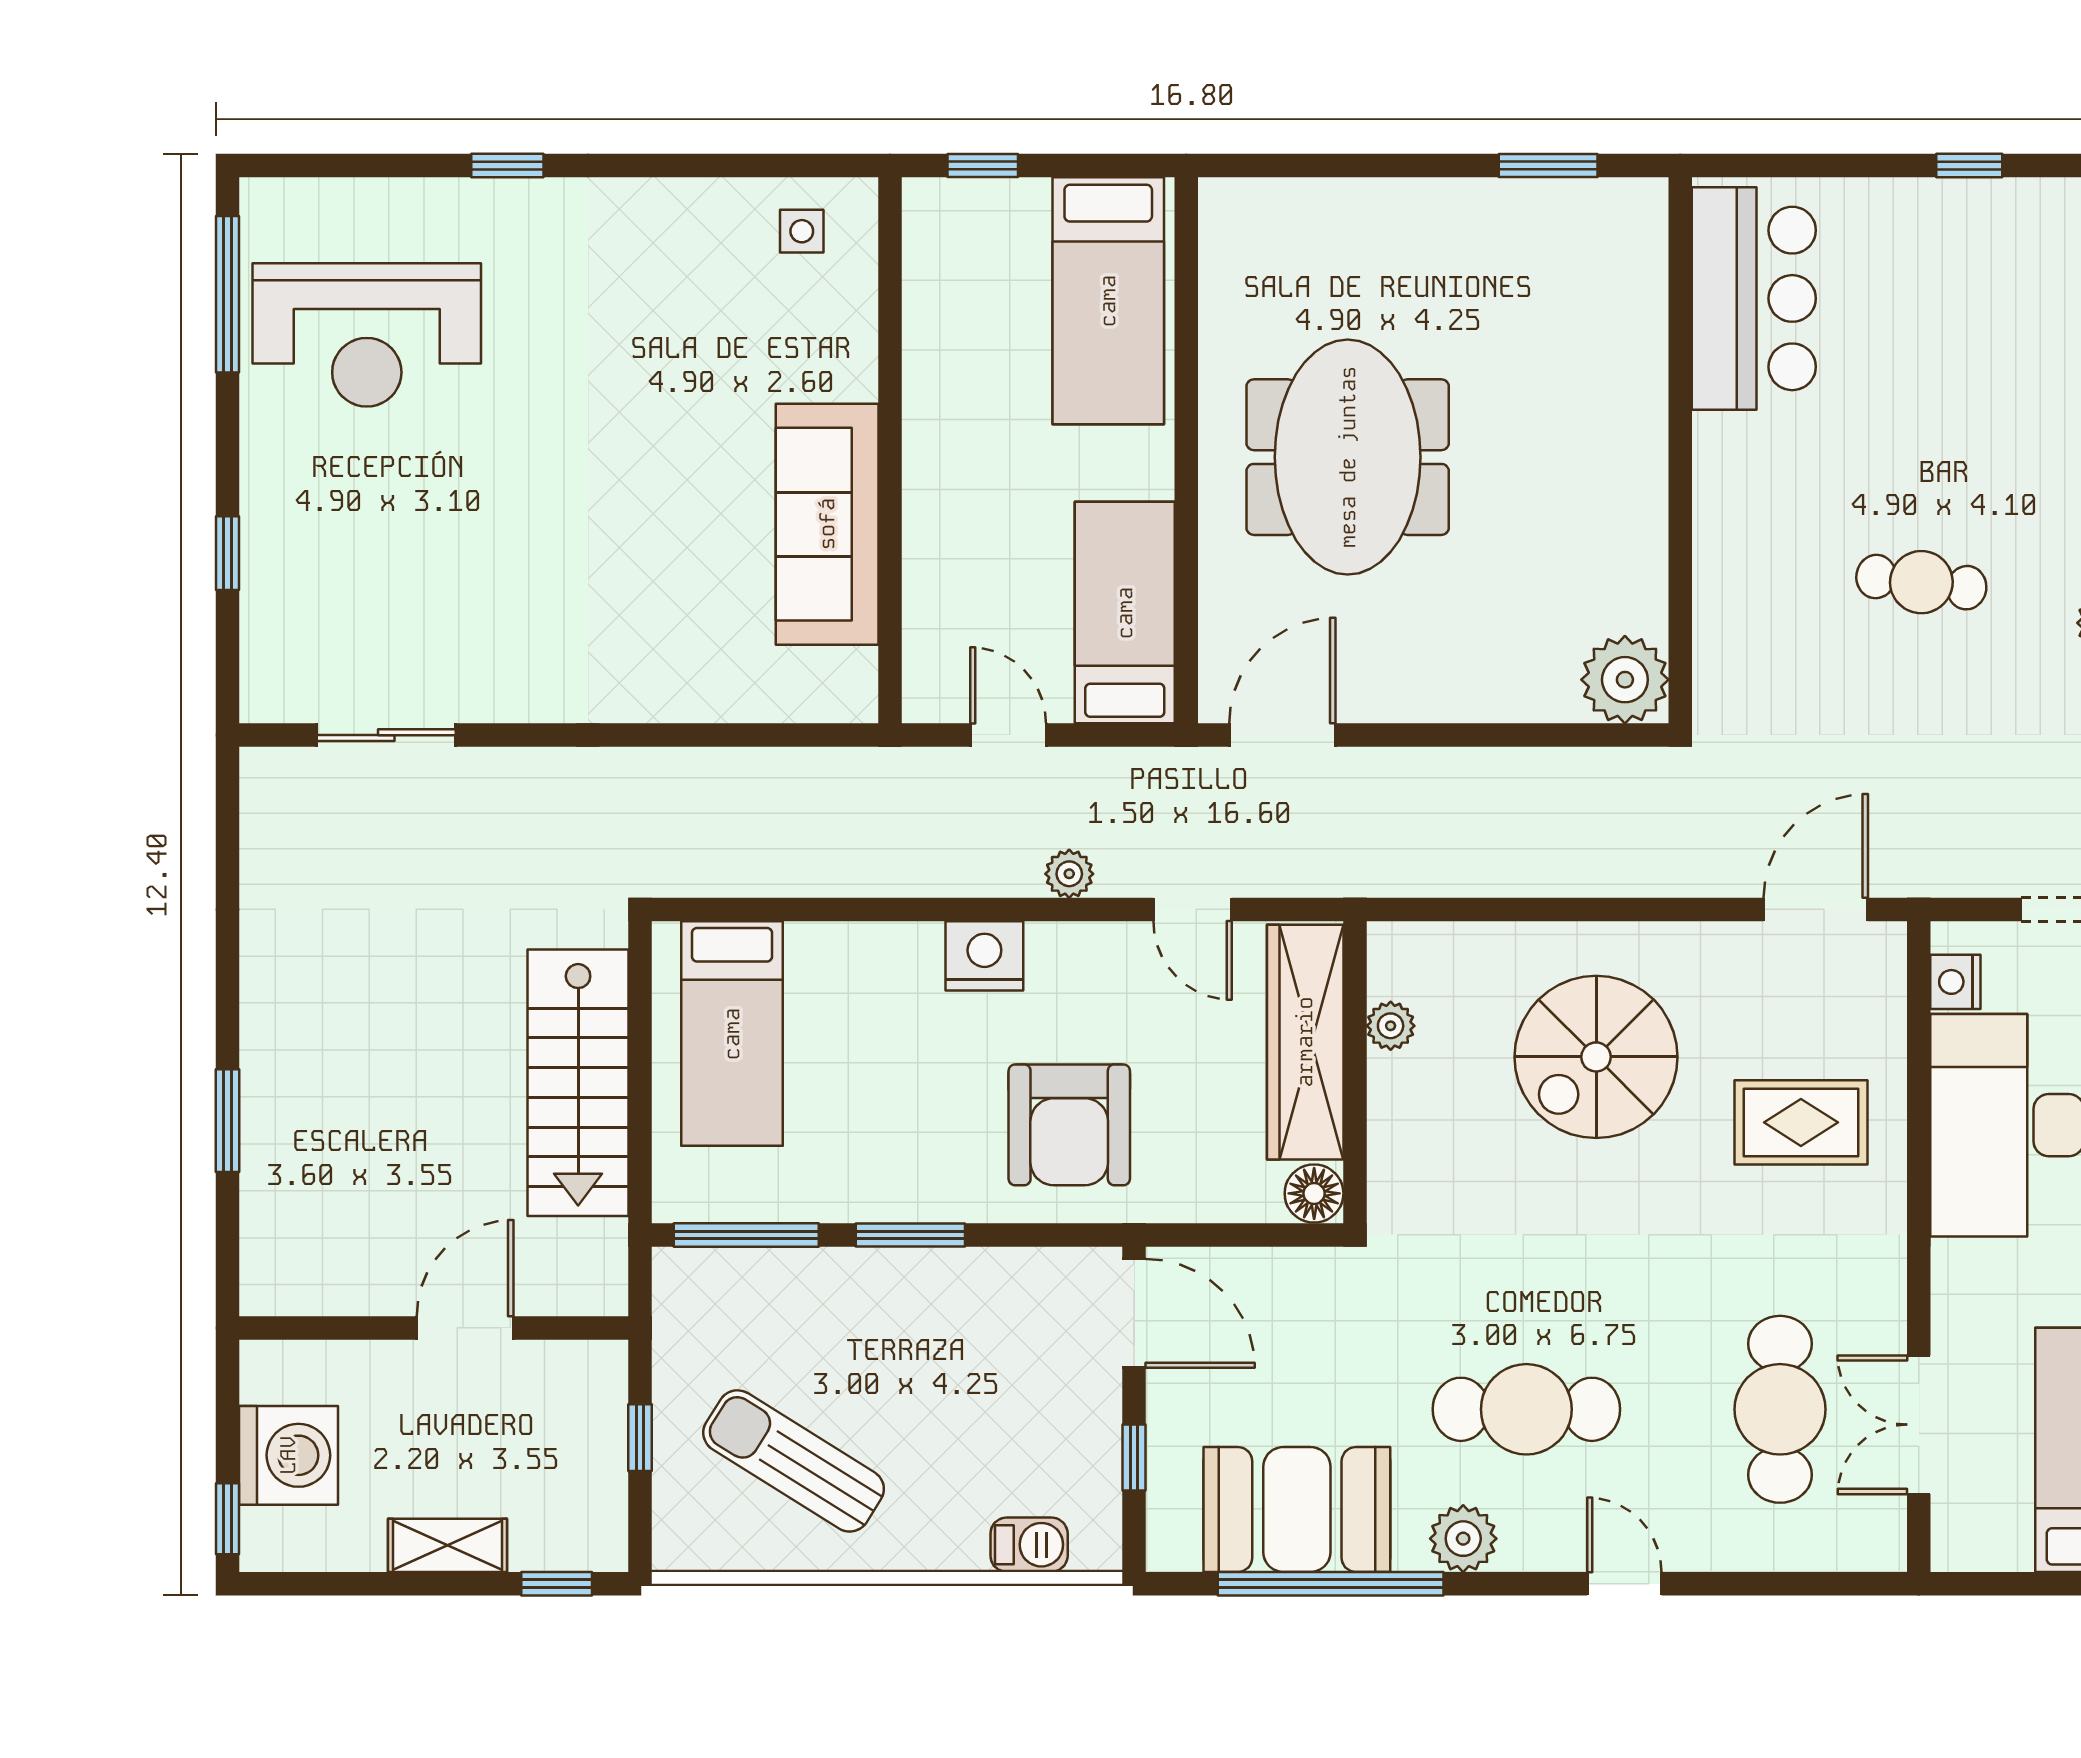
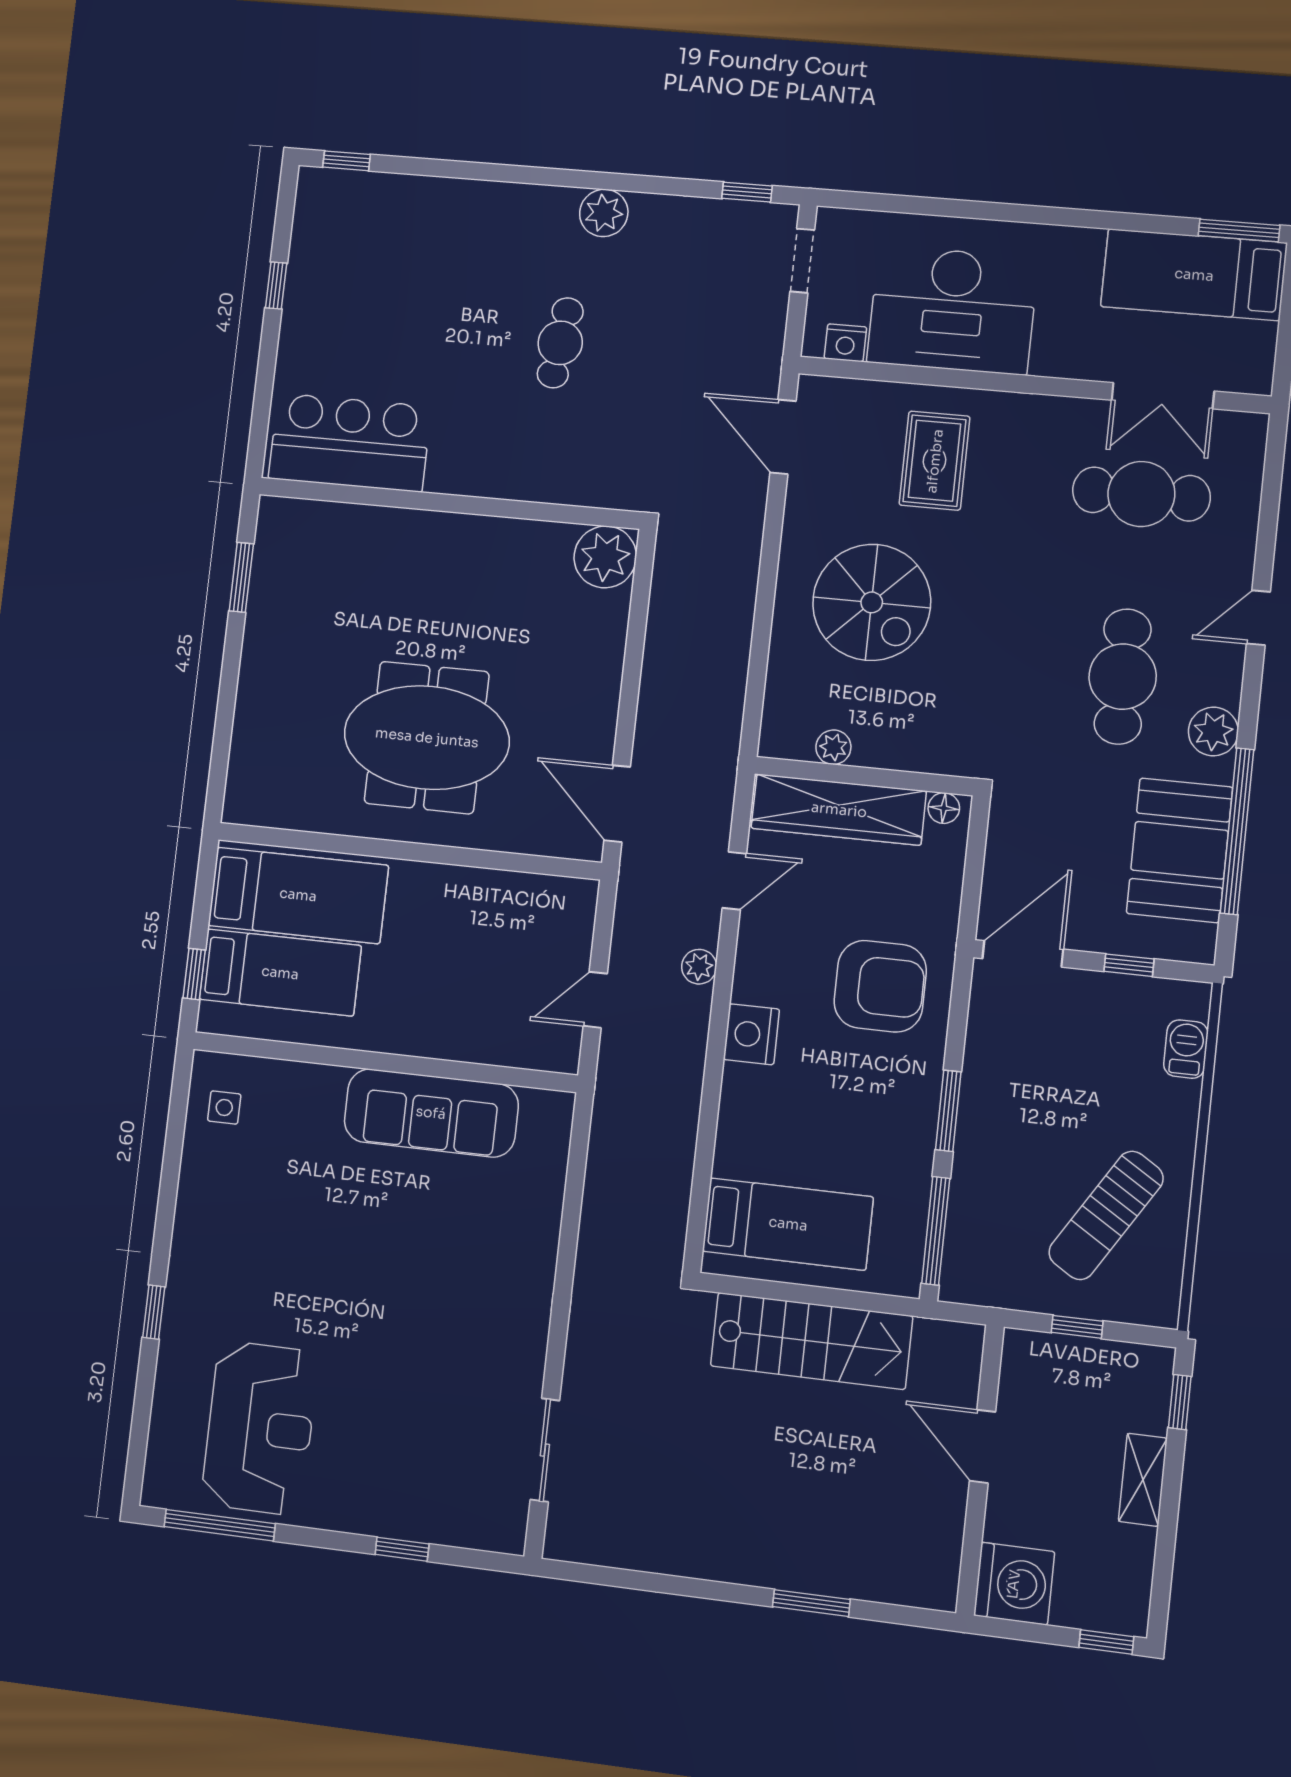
bed: (1125, 613) -> (280, 973), moved, turned 180
floor lamp: (1314, 1193) -> (944, 808), width x0.73, depth x0.73
washing machine: (288, 1455) -> (1014, 1584), moved, turned 90

